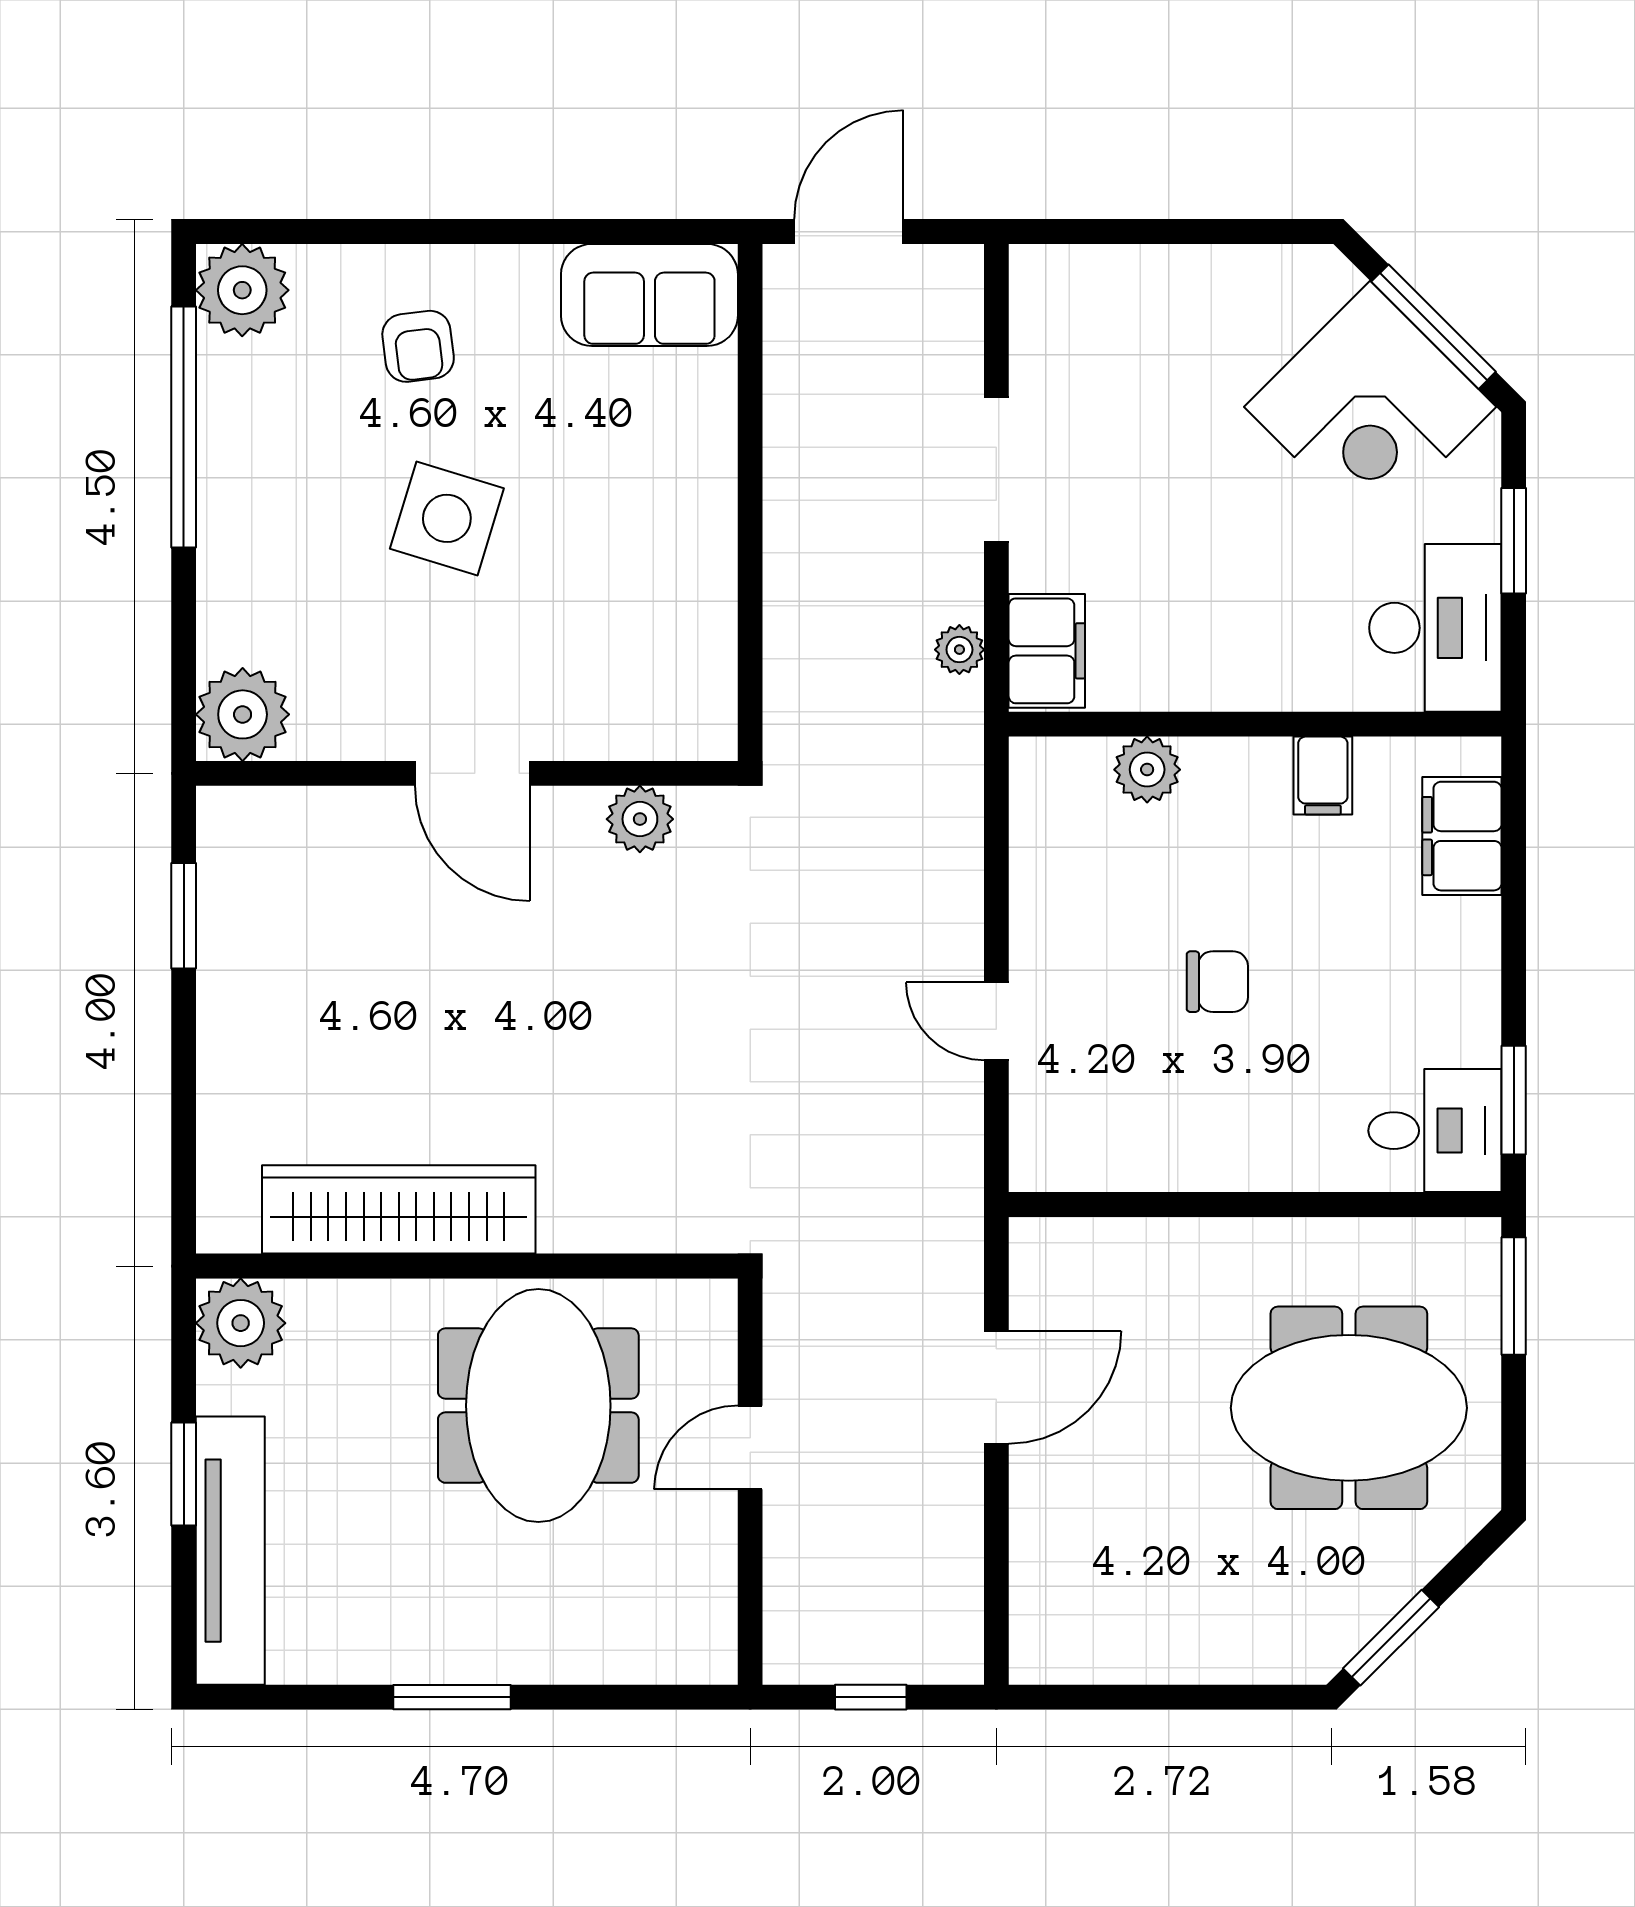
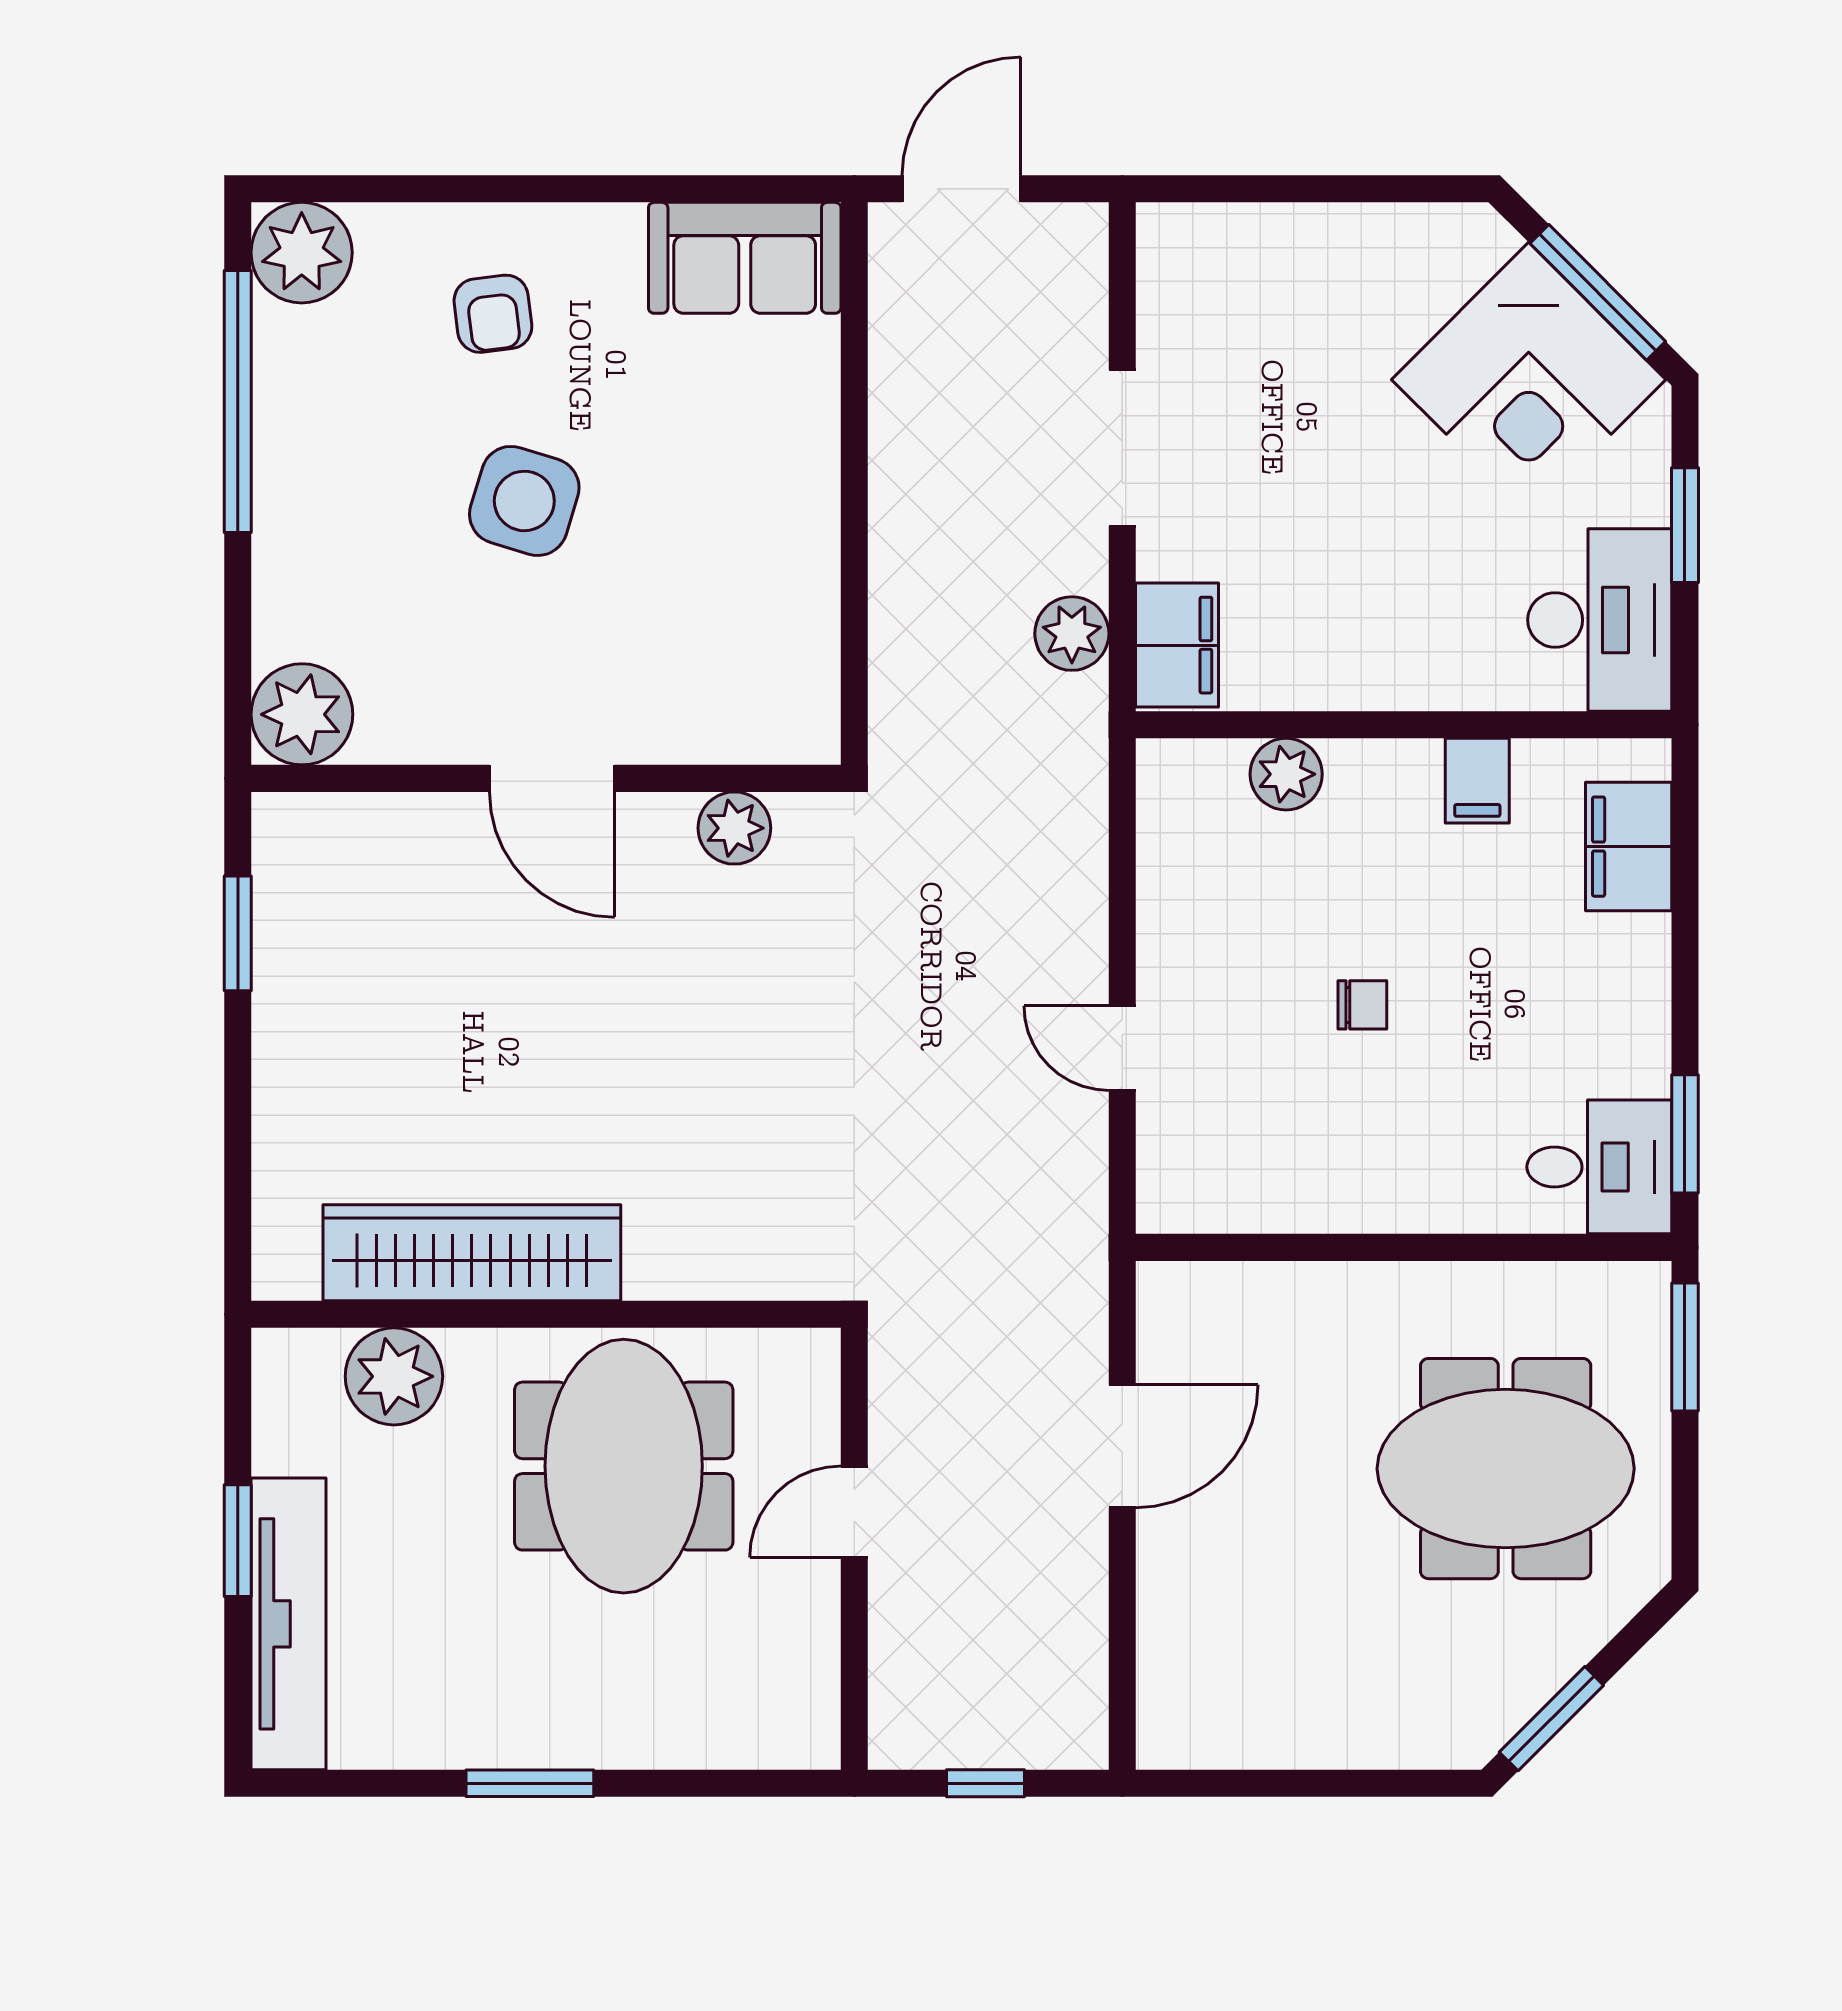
plant: (959, 650) -> (1072, 634), width x1.38, depth x1.38
chair: (1217, 982) -> (1362, 1005), width x0.73, depth x0.73
plant: (241, 1323) -> (394, 1376), moved

